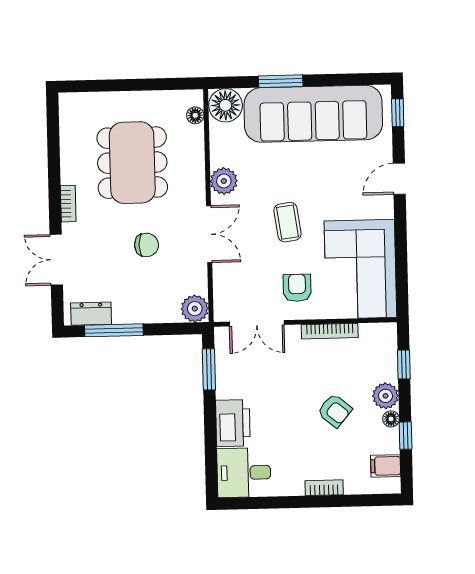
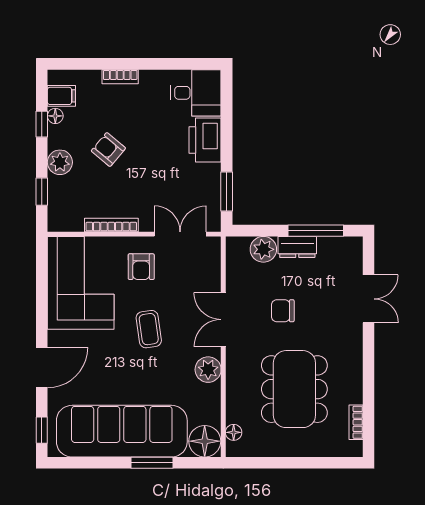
door: (399, 179) -> (42, 368), width x1.38
bookcase: (68, 204) -> (356, 422), moved
plant: (195, 309) -> (263, 249), moved
dresser: (91, 314) -> (297, 247), moved
floor lamp: (391, 419) -> (55, 116), moved

